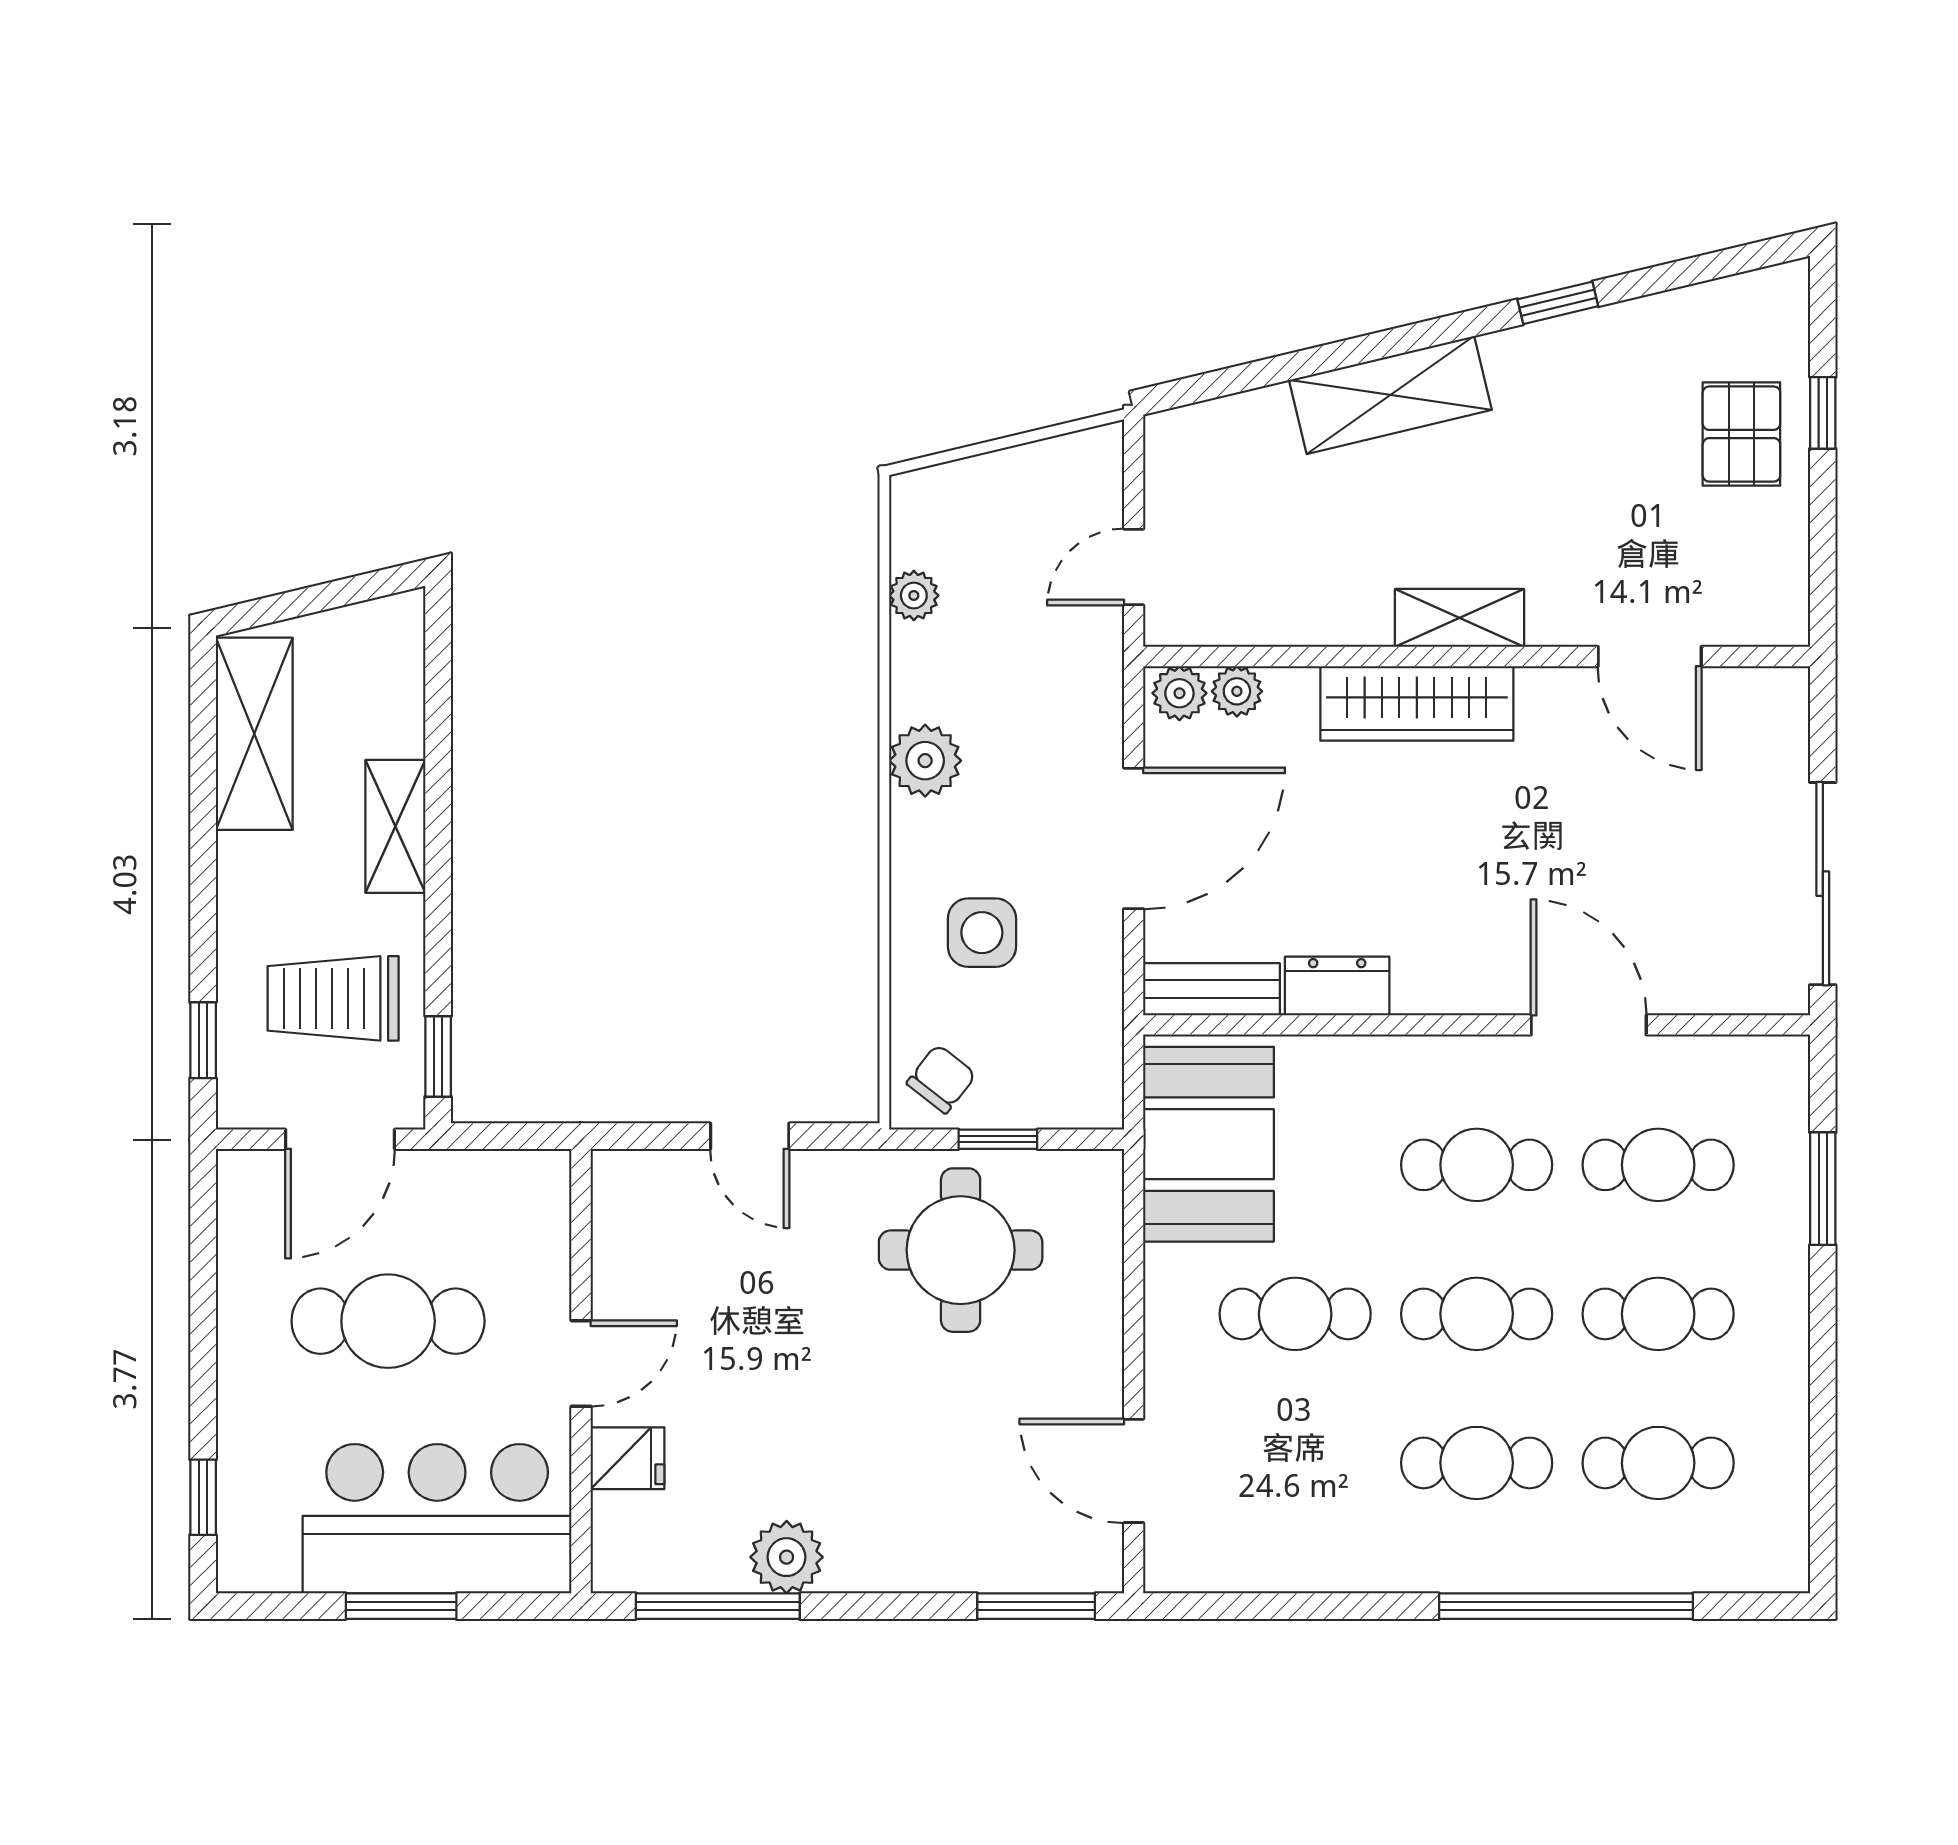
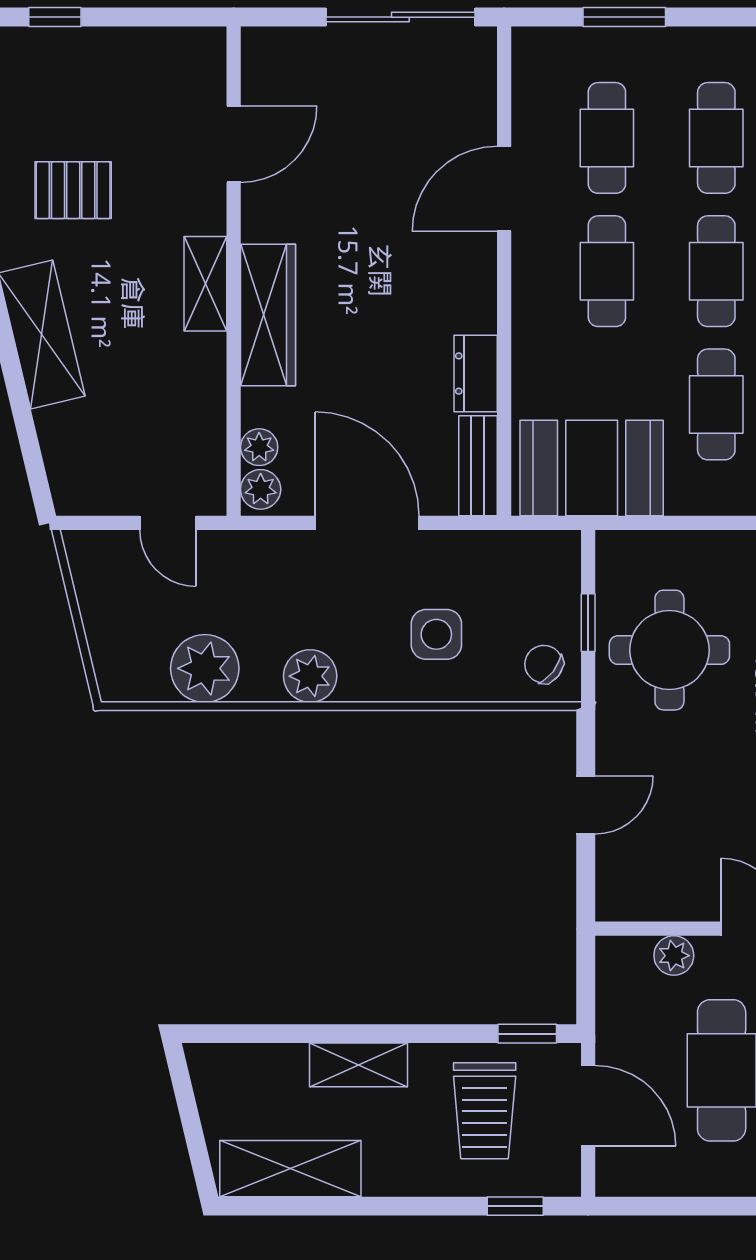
pallet: (1741, 434) -> (73, 190), moved
plant: (914, 596) -> (205, 668), width x1.88, depth x1.88
plant: (544, 1256) -> (674, 956), added

